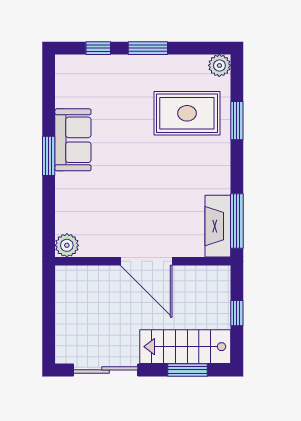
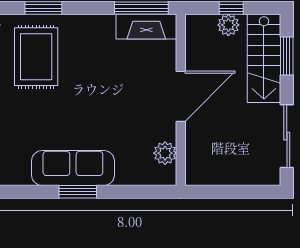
sofa: (73, 140) -> (73, 168), width x1.36
plant: (67, 245) -> (165, 153), moved
plant: (219, 310) -> (228, 25), added

